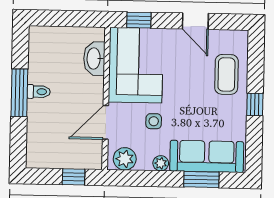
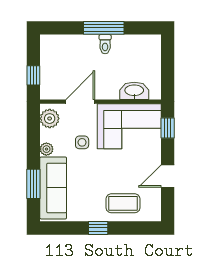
door: (106, 122) -> (80, 102), hinge flipped

